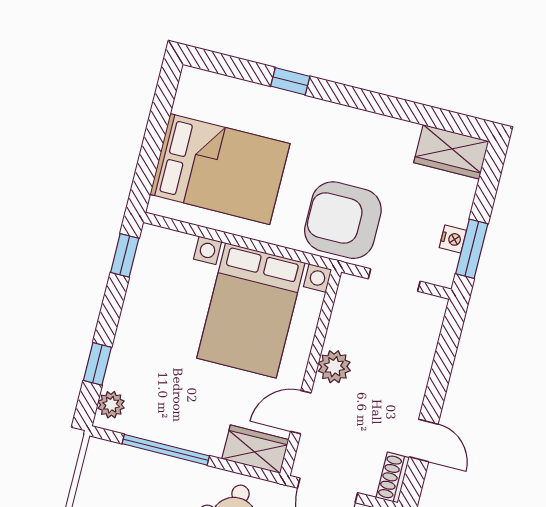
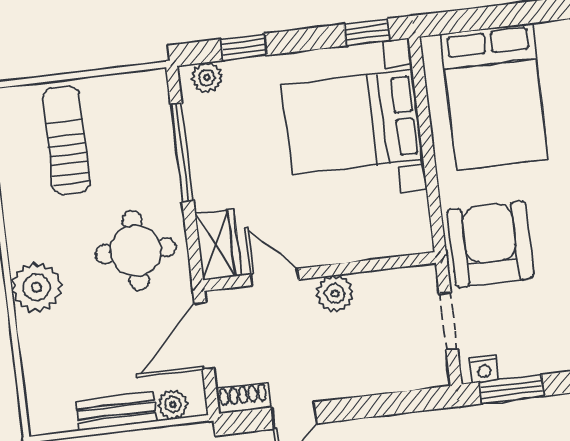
nightstand: (453, 239) -> (484, 369), moved
bed with nightstands: (251, 310) -> (353, 122), moved

